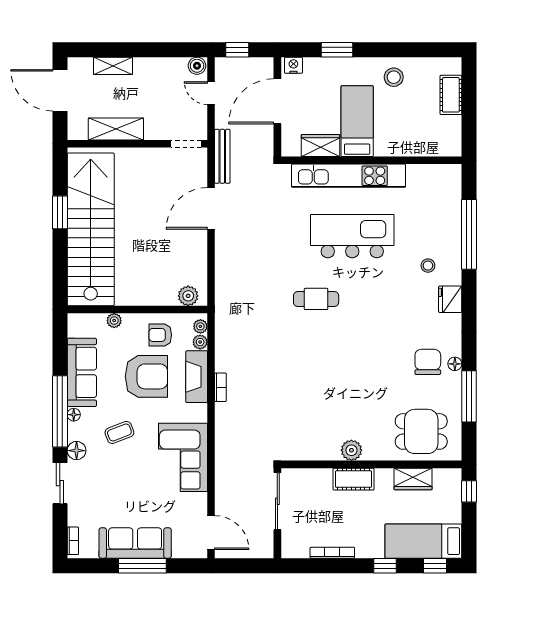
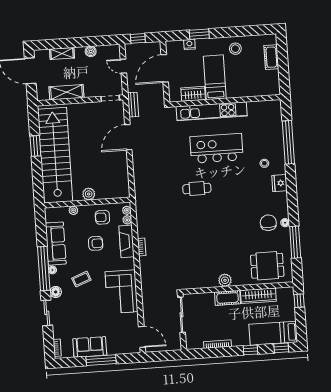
nightstand: (293, 65) -> (189, 44), moved
boiler: (197, 66) -> (91, 51), moved
bench: (222, 156) -> (133, 105), width x0.73
plant: (188, 296) -> (89, 194), moved
armchair: (146, 376) -> (96, 243), width x0.53, depth x0.53
wardrobe: (413, 479) -> (258, 296), width x1.50
sofa: (135, 543) -> (90, 347), width x0.73

